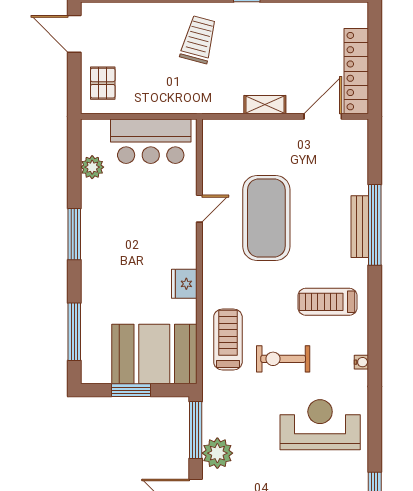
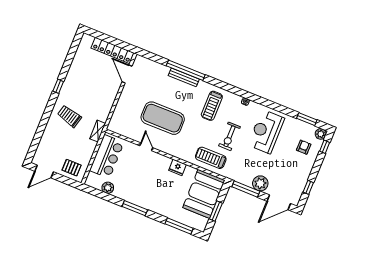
shelving: (265, 105) -> (98, 131), moved

